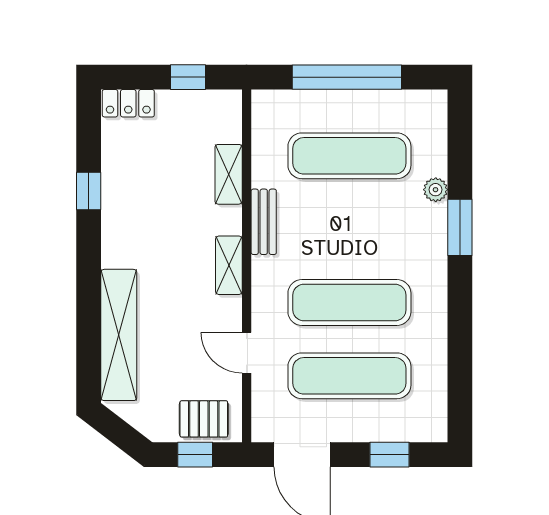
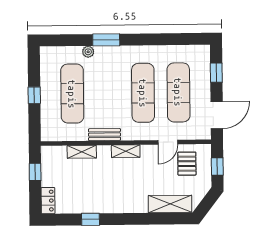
window: (347, 77) -> (34, 95), width x0.32
shelving: (119, 335) -> (170, 204), width x0.68
pallet: (204, 419) -> (187, 164), moved

